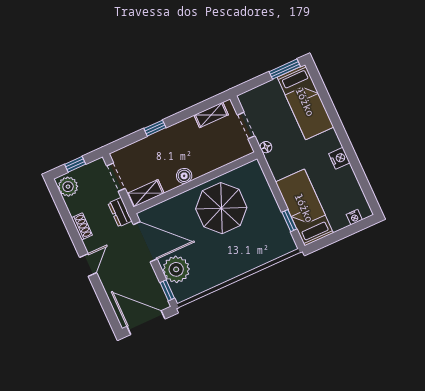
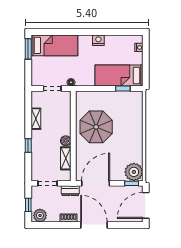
shelving: (211, 115) -> (36, 119), moved
shelving: (146, 193) -> (66, 158), moved
door: (88, 265) -> (94, 225), width x1.88
plant: (176, 269) -> (134, 172), moved

